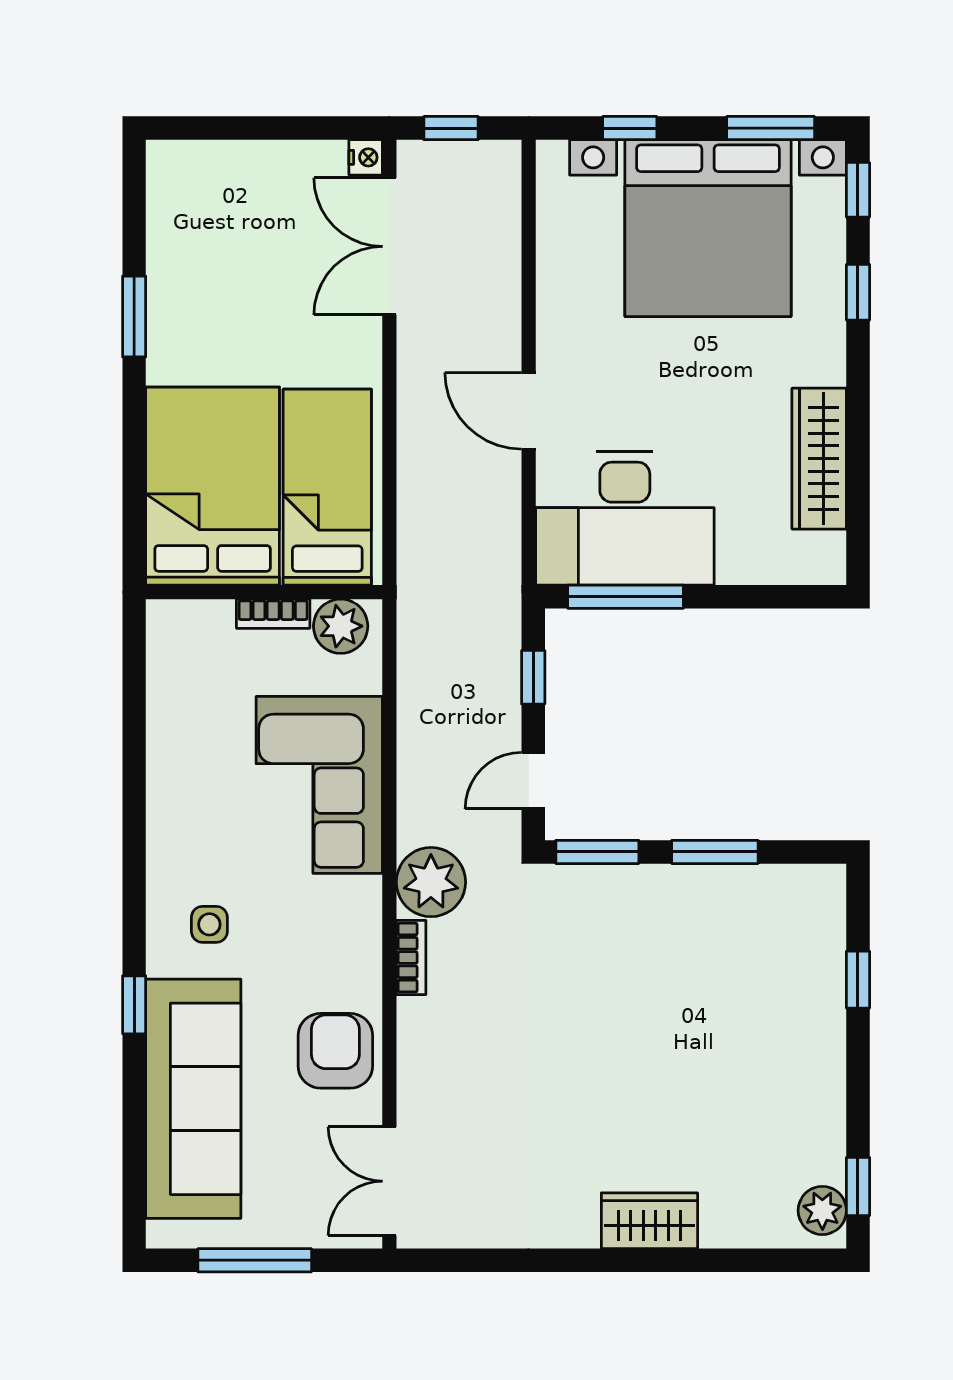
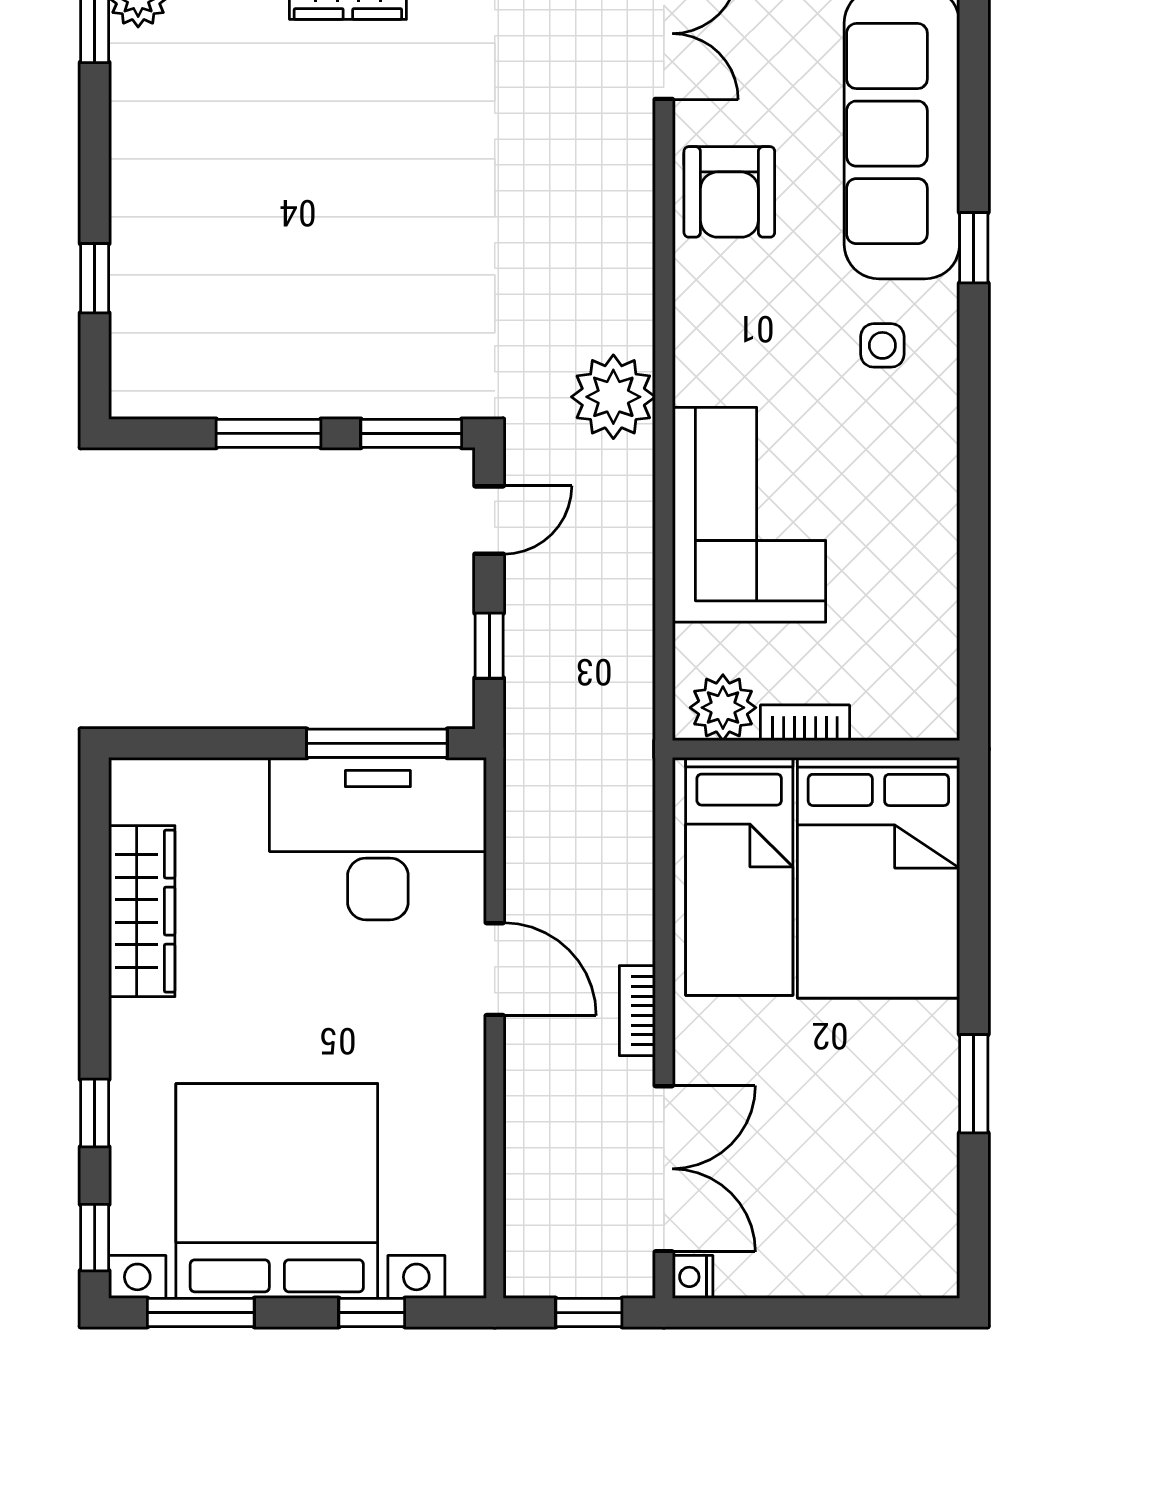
bookcase: (411, 958) -> (637, 1011), moved

